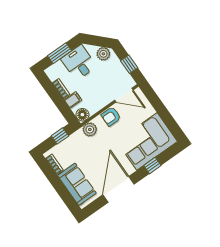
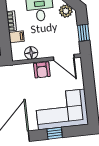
floor lamp: (82, 115) -> (31, 53), moved
armchair: (111, 116) -> (42, 70), turned -90
plant: (90, 129) -> (17, 71), removed

